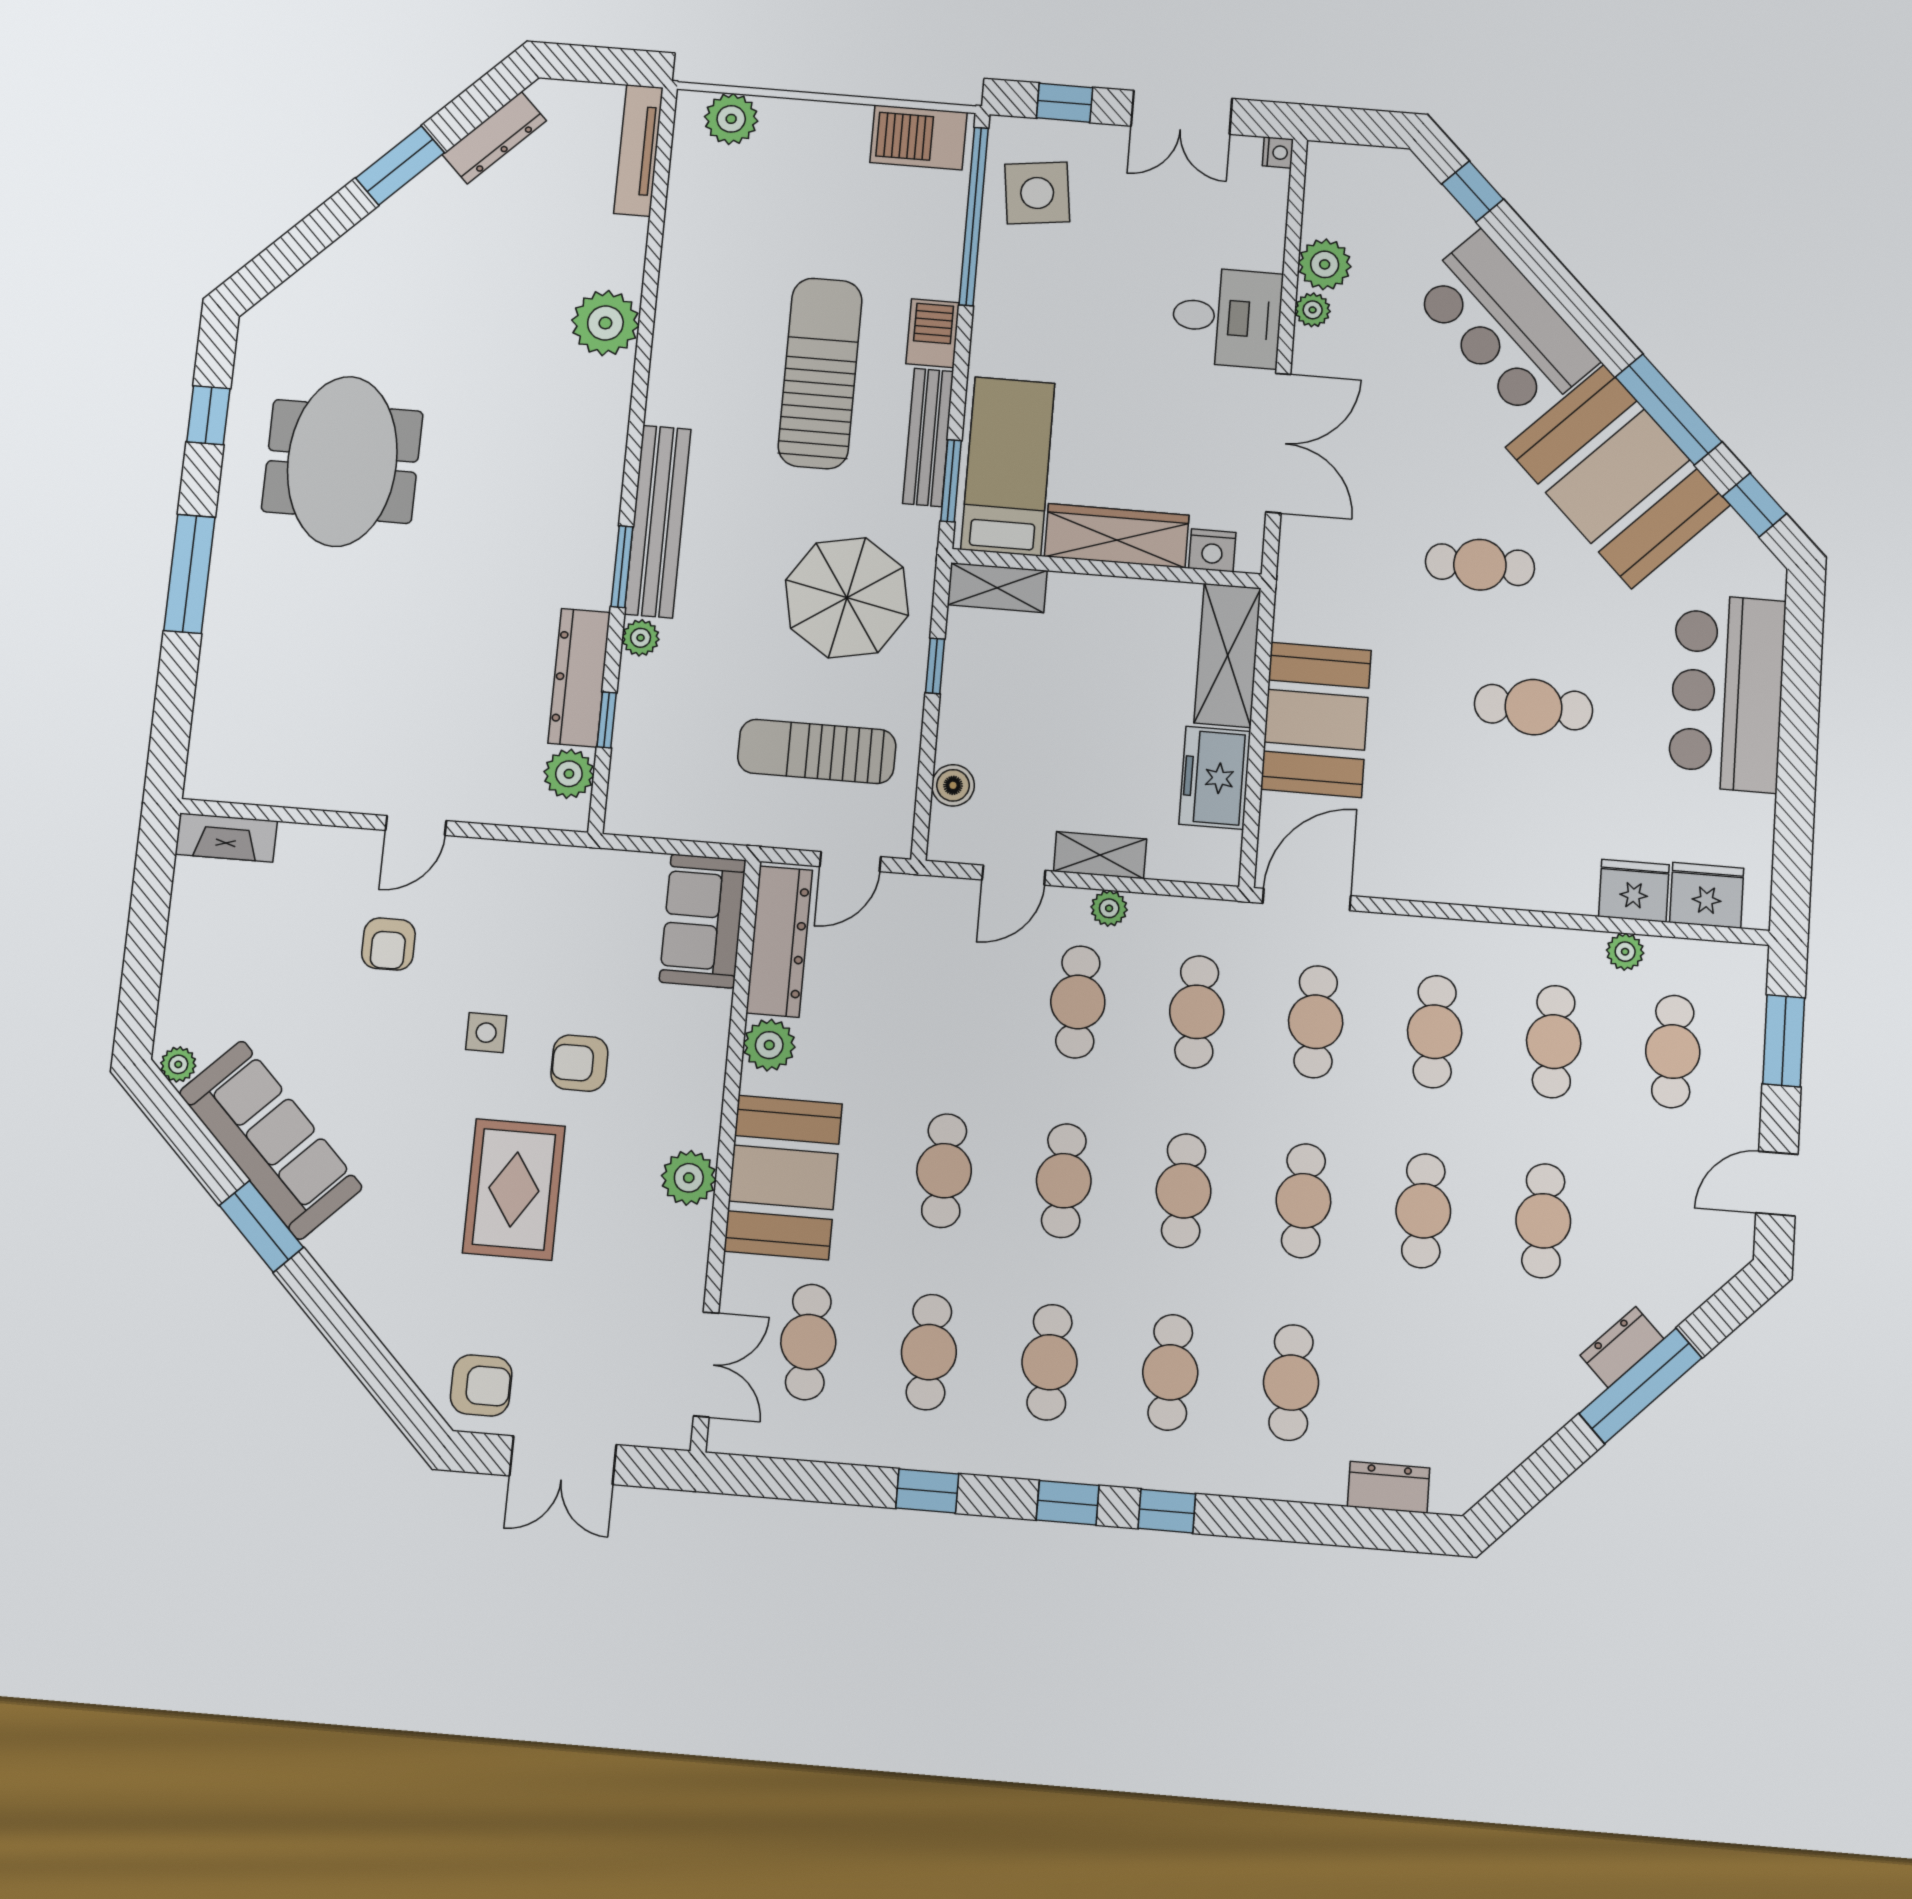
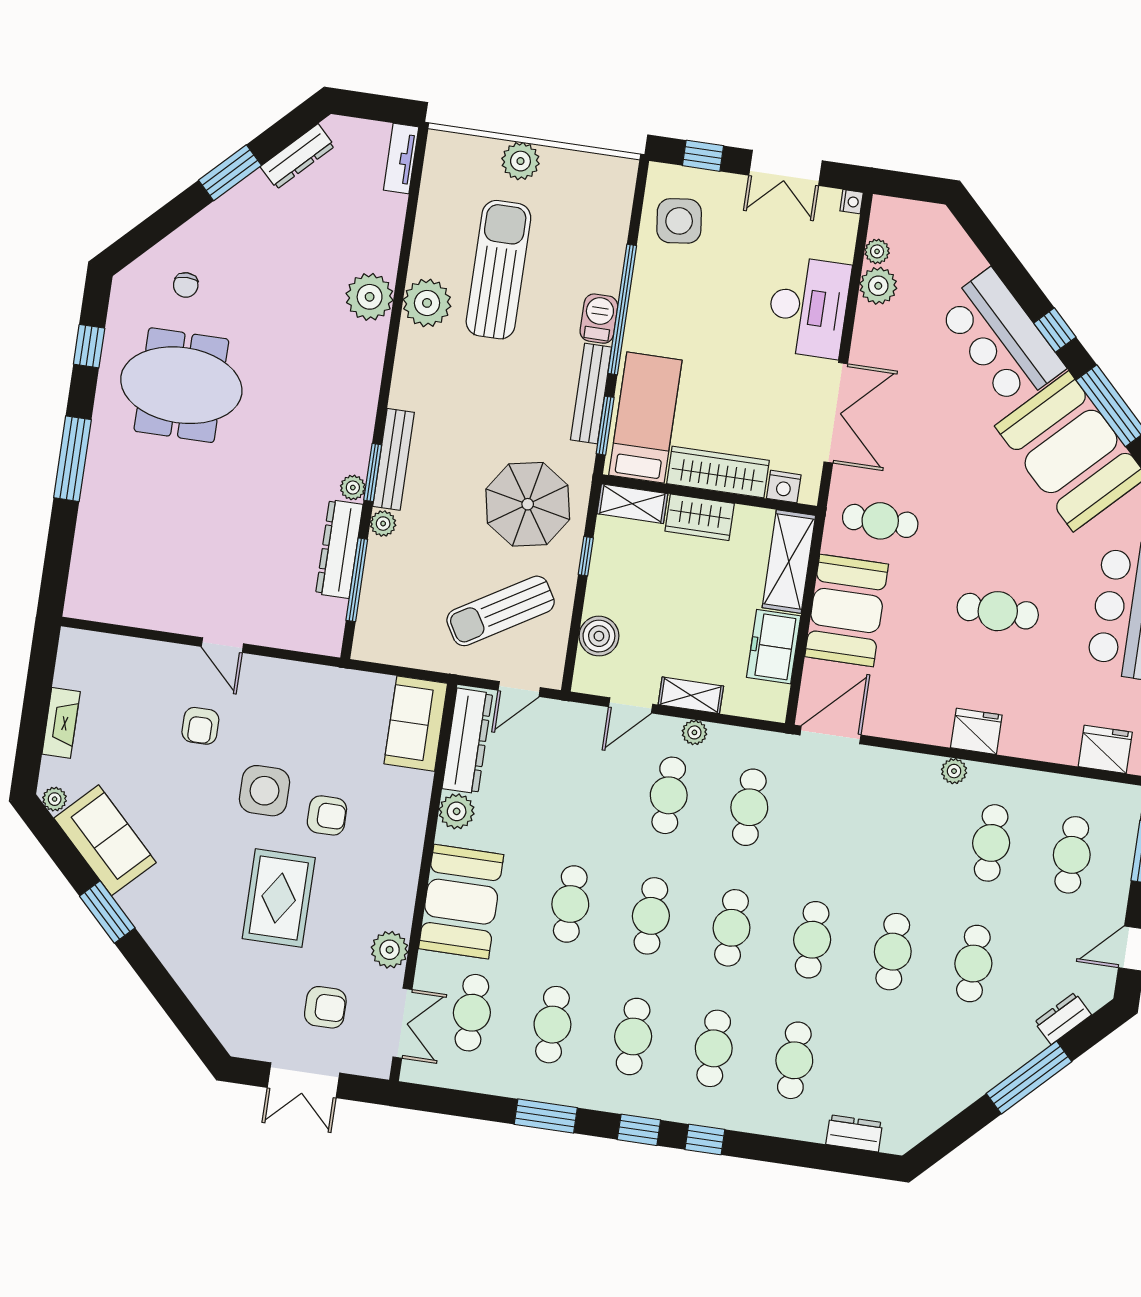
plant: (731, 119) -> (520, 161), moved
barbecue: (918, 137) -> (598, 175), removed
tv unit: (638, 150) -> (401, 158), width x0.71
window: (1473, 192) -> (1055, 330), moved
window: (974, 216) -> (622, 309), moved
plant: (1313, 310) -> (877, 251), moved
desk: (1227, 317) -> (808, 307), width x1.37
chair: (343, 322) -> (186, 285), added
plant: (687, 326) -> (427, 303), added
sun lounger: (820, 373) -> (498, 270), moved
meeting table: (342, 461) -> (181, 385), turned 90
bench: (658, 521) -> (394, 459), width x0.73, depth x0.82
cafe table: (1480, 565) -> (880, 521), moved
wardrobe: (1095, 601) -> (700, 517), added
window: (607, 720) -> (357, 580), width x2.17
sun lounger: (817, 751) -> (501, 611), turned -31
plant: (569, 774) -> (353, 488), moved, width x0.73, depth x0.73
boiler: (953, 785) -> (599, 636), width x1.36, depth x1.36
door: (416, 825) -> (222, 645), hinge flipped
fireplace: (226, 838) -> (61, 723), moved, turned -90
fridge: (1634, 891) -> (976, 731), moved
plant: (1625, 952) -> (954, 771), moved
cafe table: (1316, 1022) -> (830, 819), removed
cafe table: (1435, 1032) -> (911, 831), removed
side table: (486, 1033) -> (264, 791), width x1.87, depth x1.87
armchair: (579, 1063) -> (327, 815), turned 180
sofa: (271, 1140) -> (105, 840), width x0.73
plant: (689, 1178) -> (390, 950), moved
dresser: (1622, 1347) -> (1063, 1018), moved
armchair: (481, 1385) -> (325, 1007), moved
window: (927, 1491) -> (546, 1116), width x1.50

